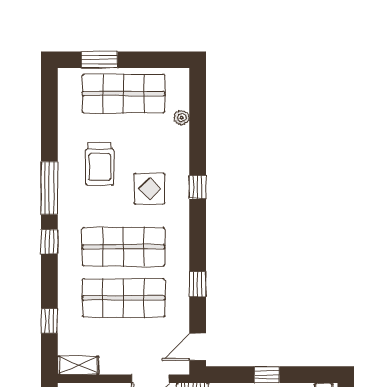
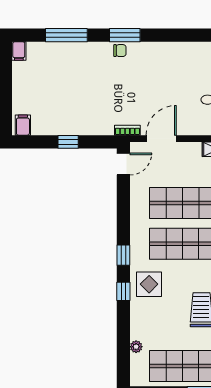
display table: (149, 189) -> (149, 284), moved
window: (198, 284) -> (123, 255), moved

